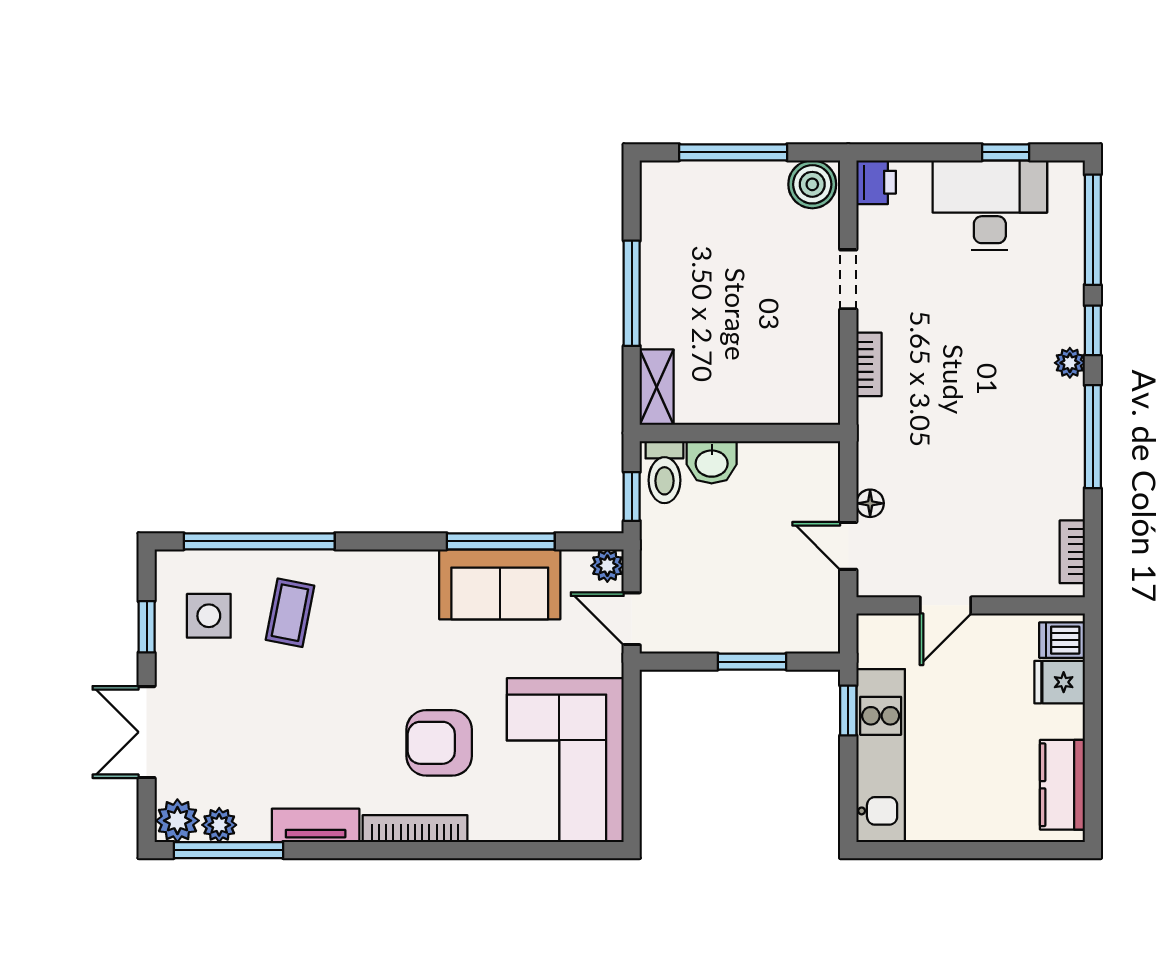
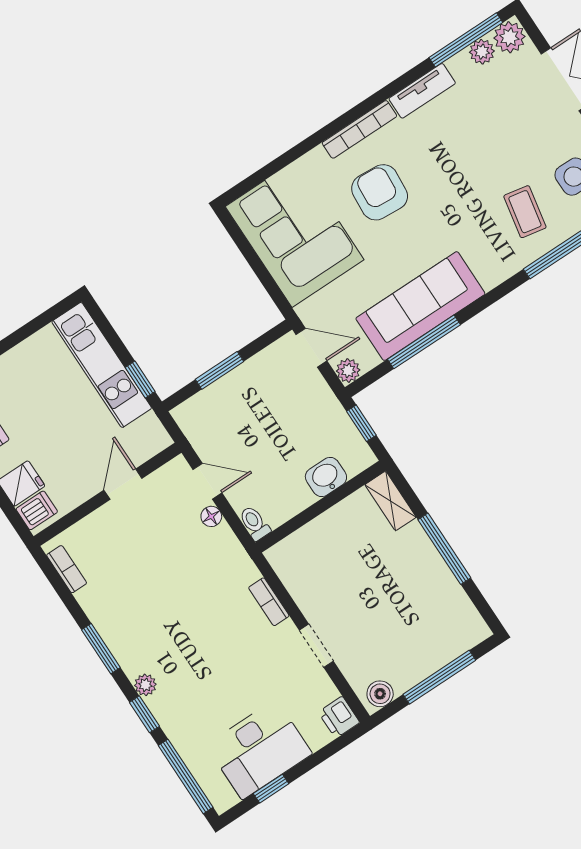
boiler: (812, 184) -> (380, 694), width x0.73, depth x0.73
window: (1093, 437) -> (101, 649), width x0.69
toilet: (664, 472) -> (255, 523), moved, width x0.73, depth x0.72
sofa: (500, 584) -> (420, 306), width x1.36
armchair: (439, 743) -> (380, 192), turned -86

